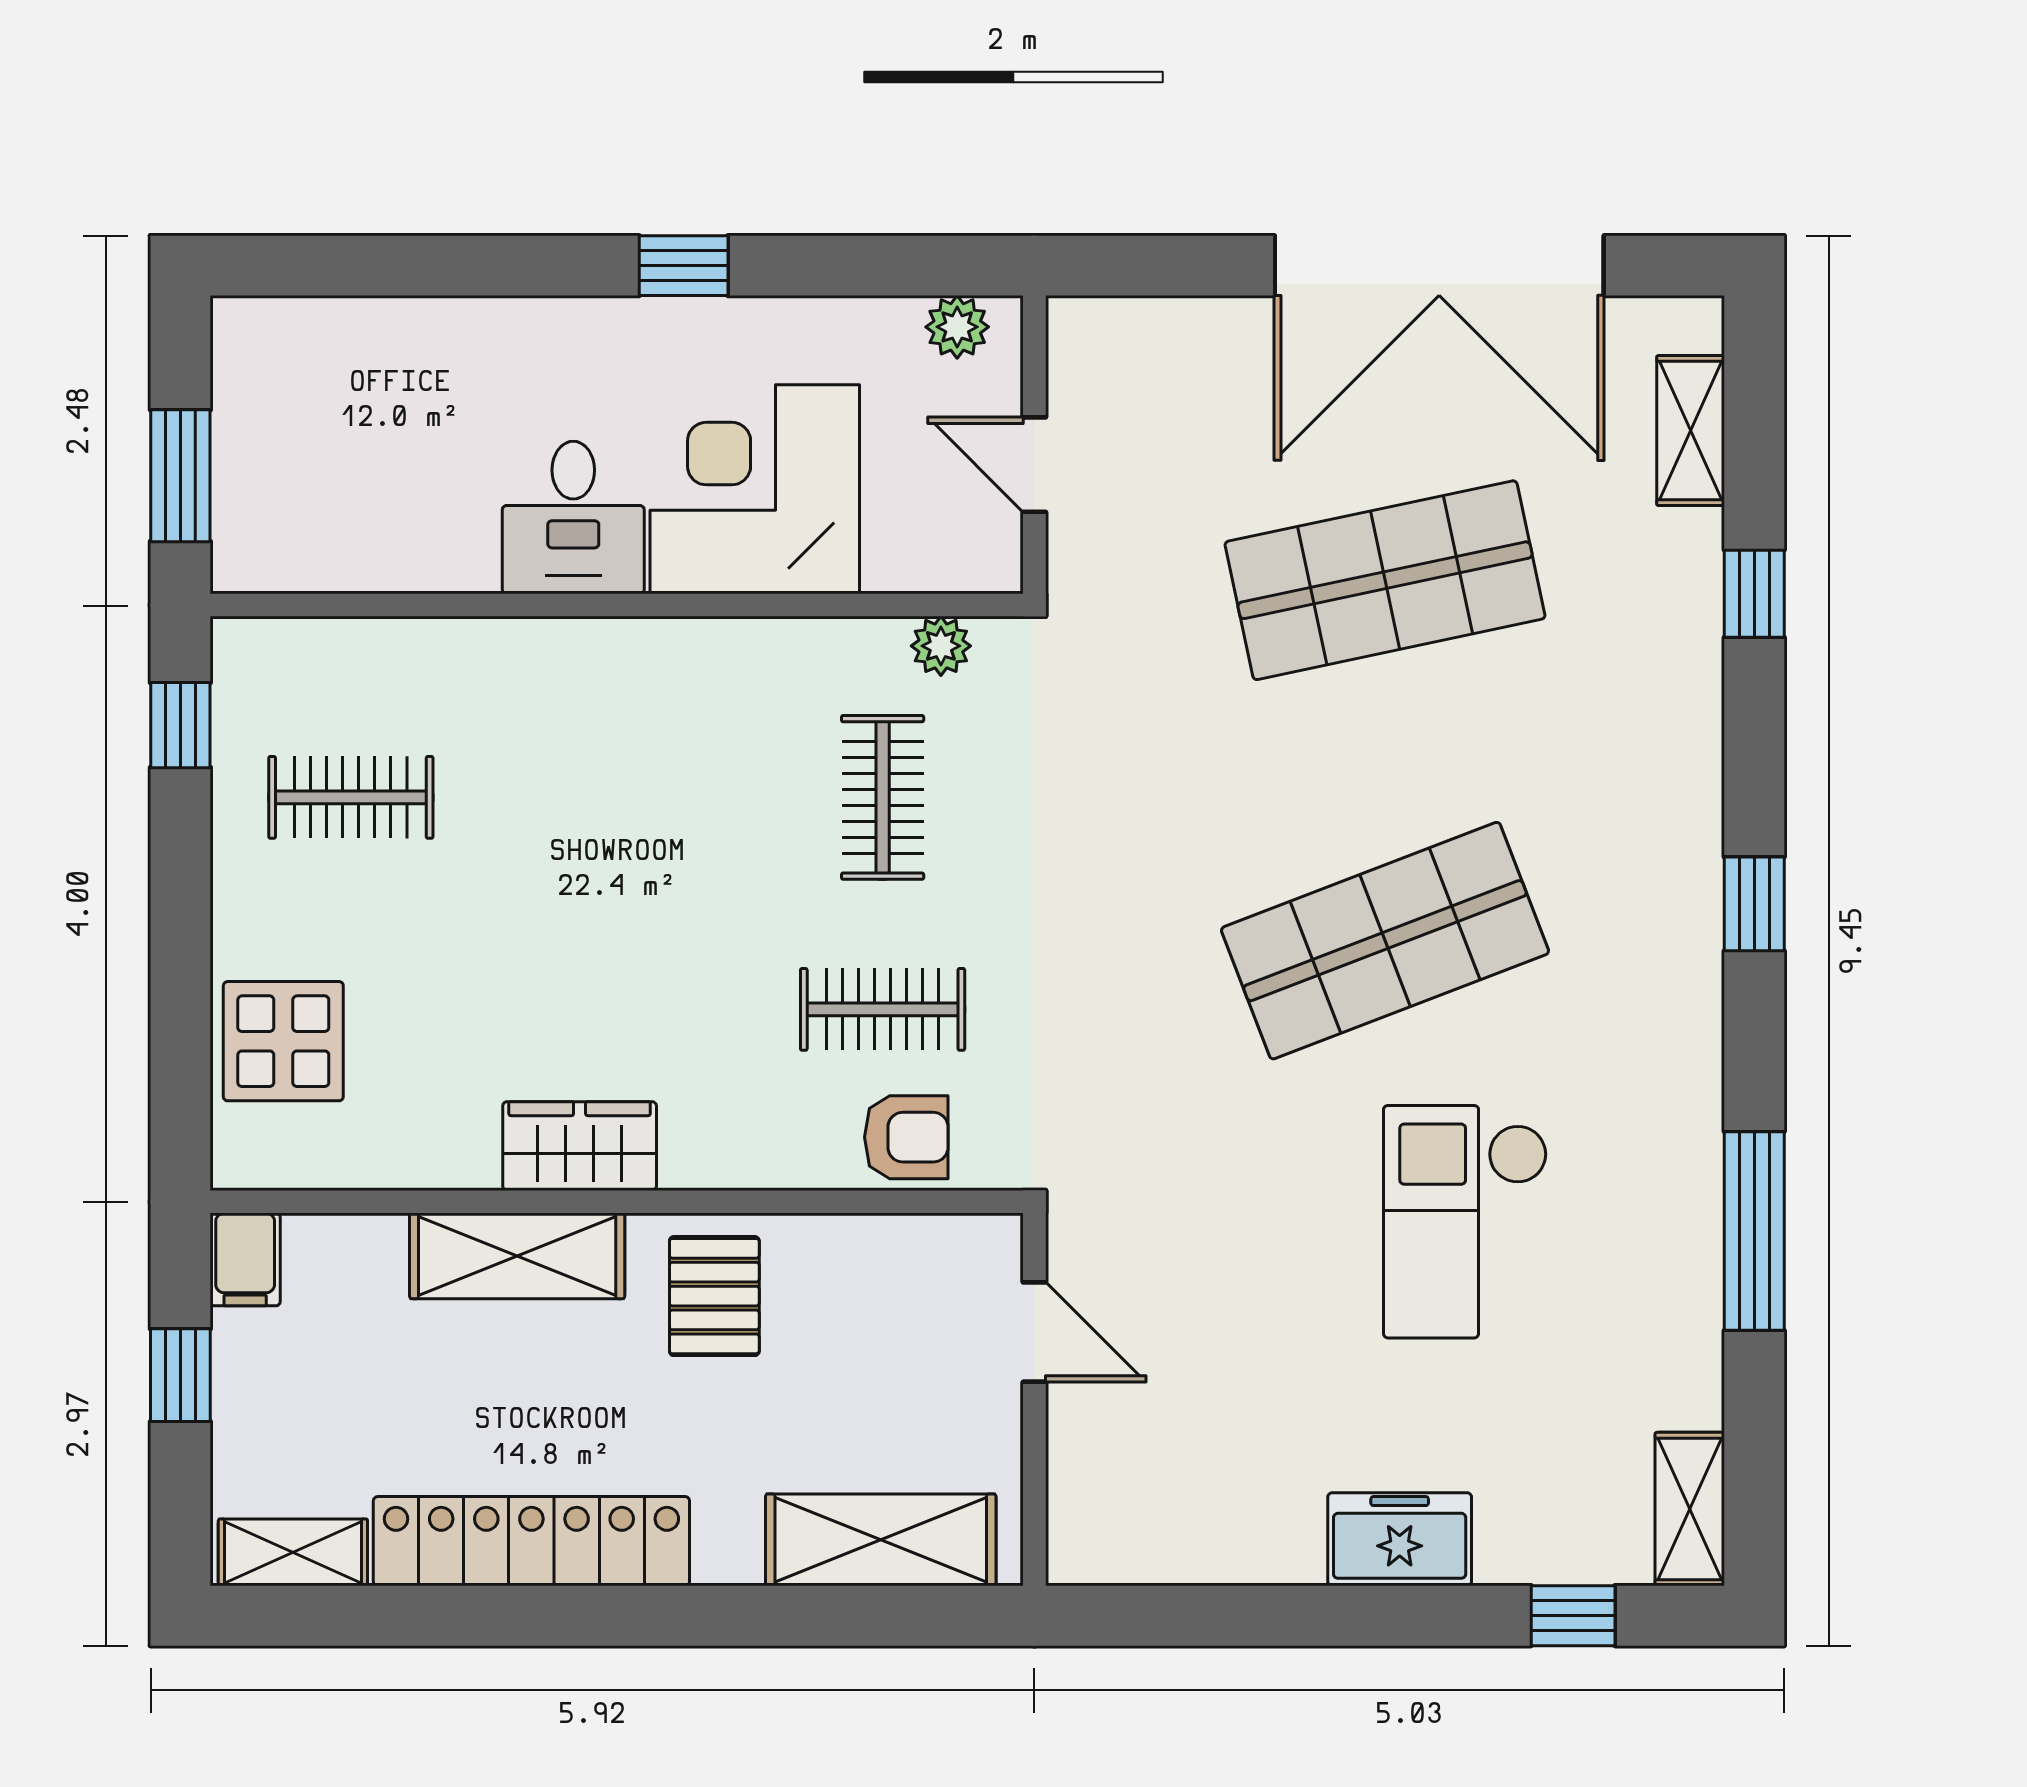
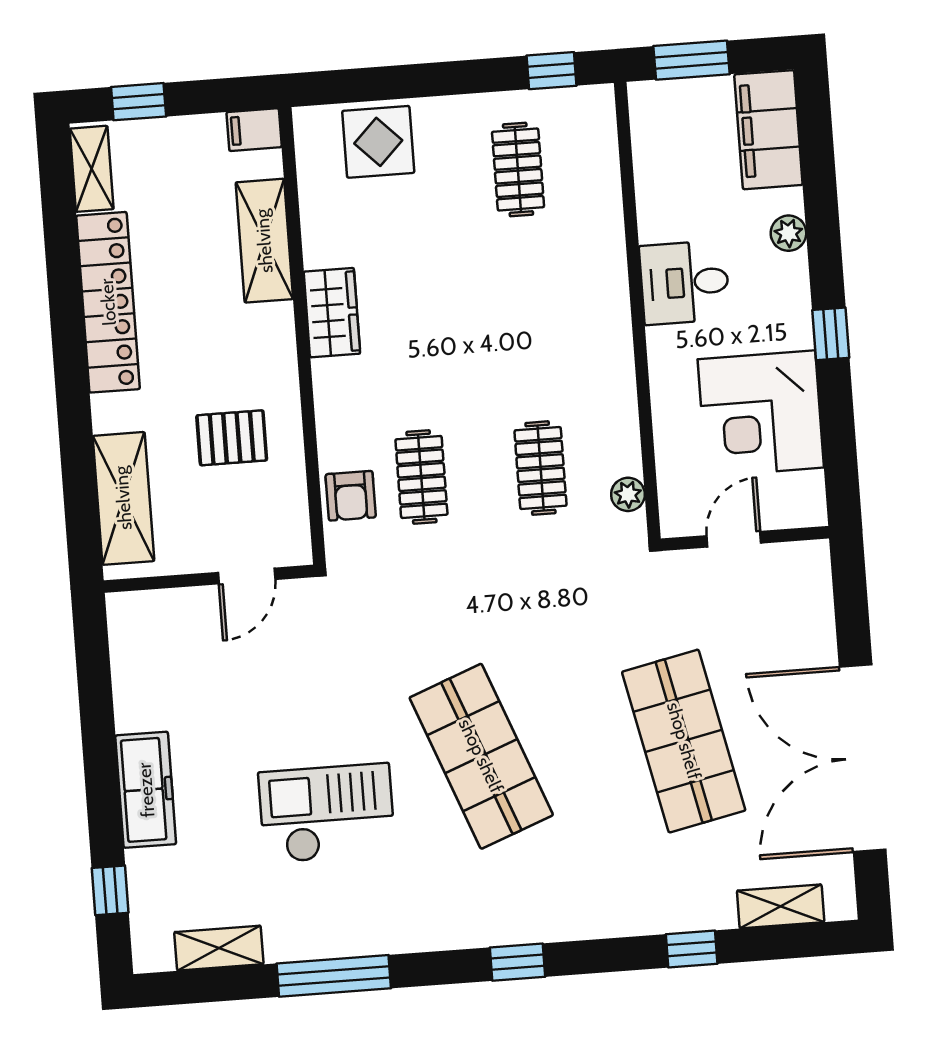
plant: (957, 327) -> (788, 233), moved
filing cabinet: (314, 349) -> (768, 130), added
corner desk: (755, 489) -> (761, 413), moved, turned 180
clothes rail: (883, 797) -> (540, 468), turned 90
shelving: (517, 1256) -> (264, 241), moved
pallet: (714, 1296) -> (232, 438), moved
window: (180, 1375) -> (139, 102), moved
shelving: (1690, 1509) -> (219, 948), moved
freezer: (1400, 1539) -> (146, 790), width x1.40

